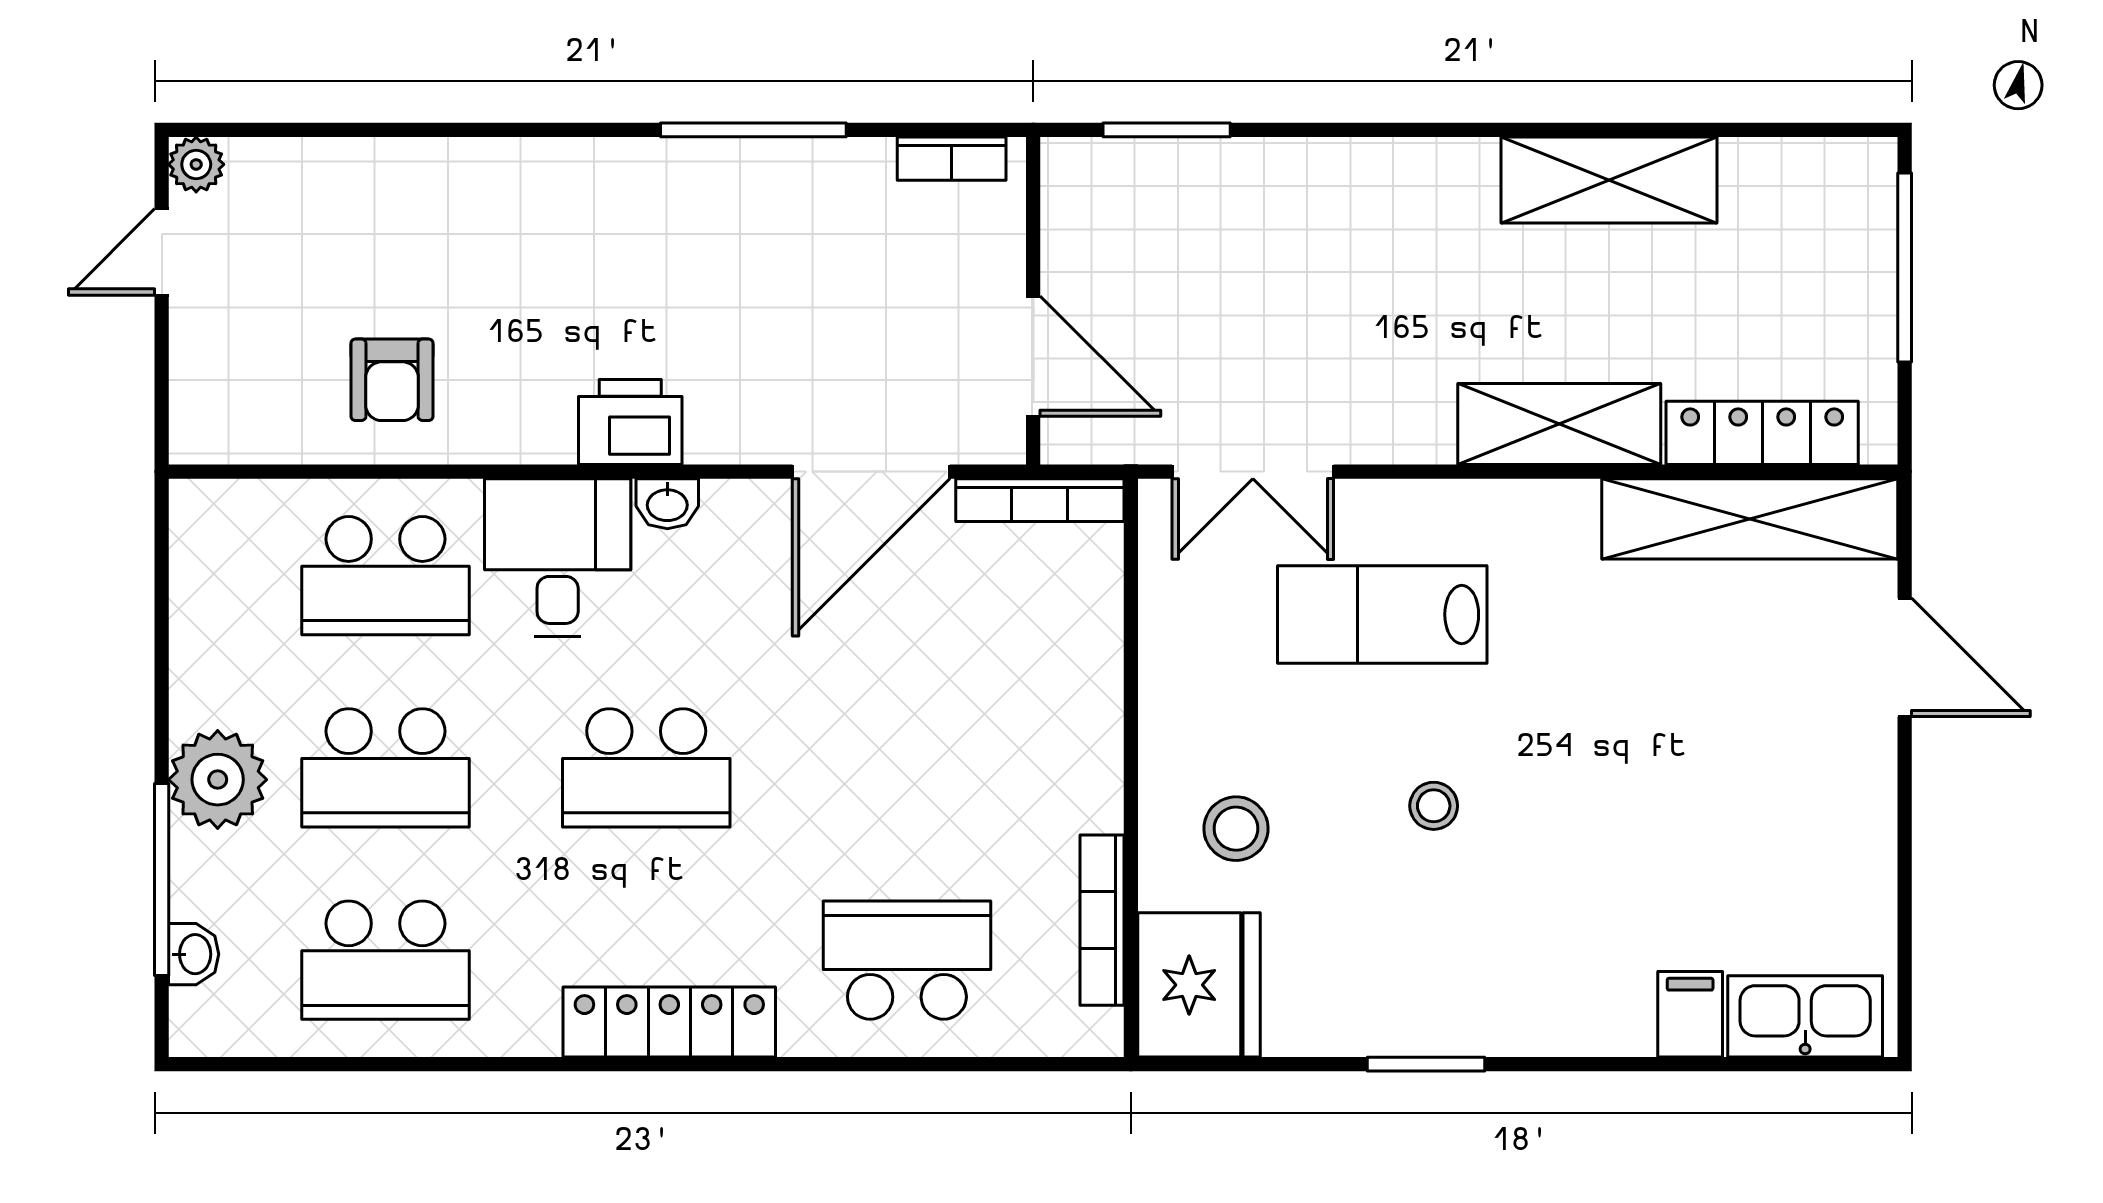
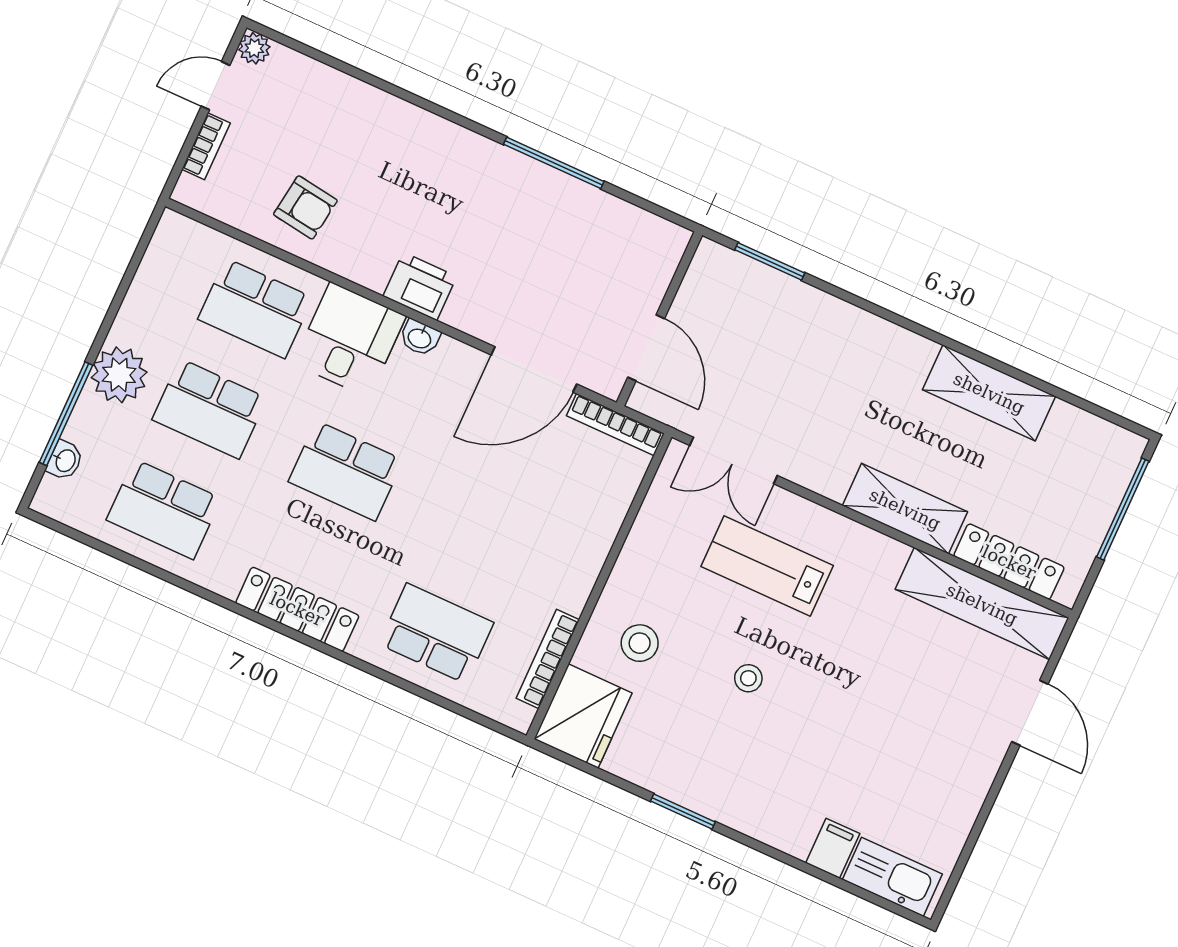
bookcase: (952, 159) -> (206, 146), moved, turned -90
armchair: (392, 380) -> (305, 207), turned -82

